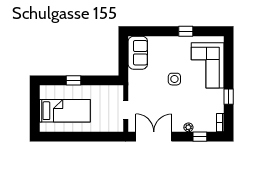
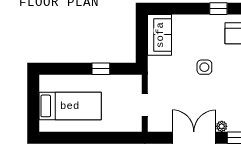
window: (73, 80) -> (101, 69), moved
double door: (154, 137) -> (194, 138), moved

